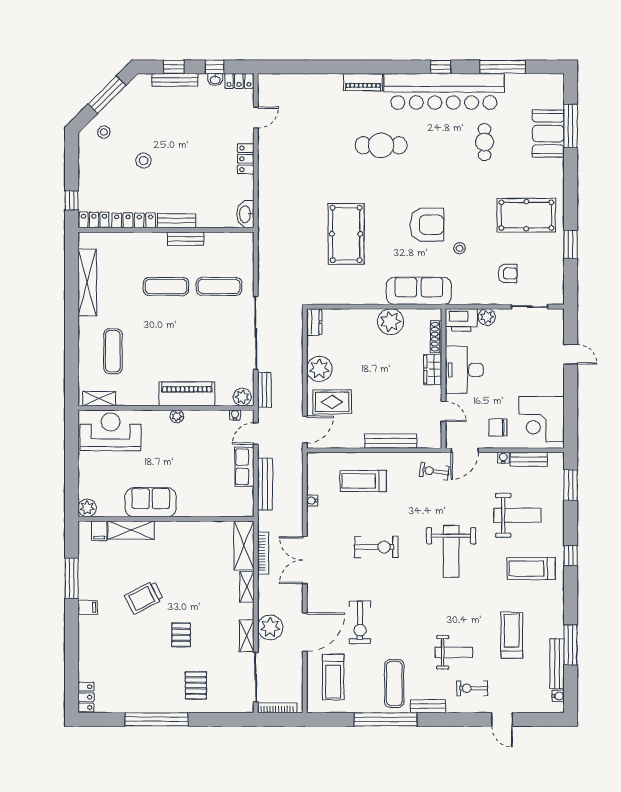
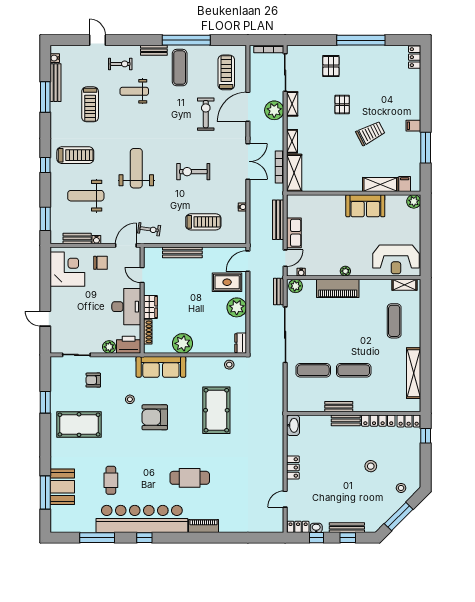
stool: (329, 294) -> (229, 365), added

